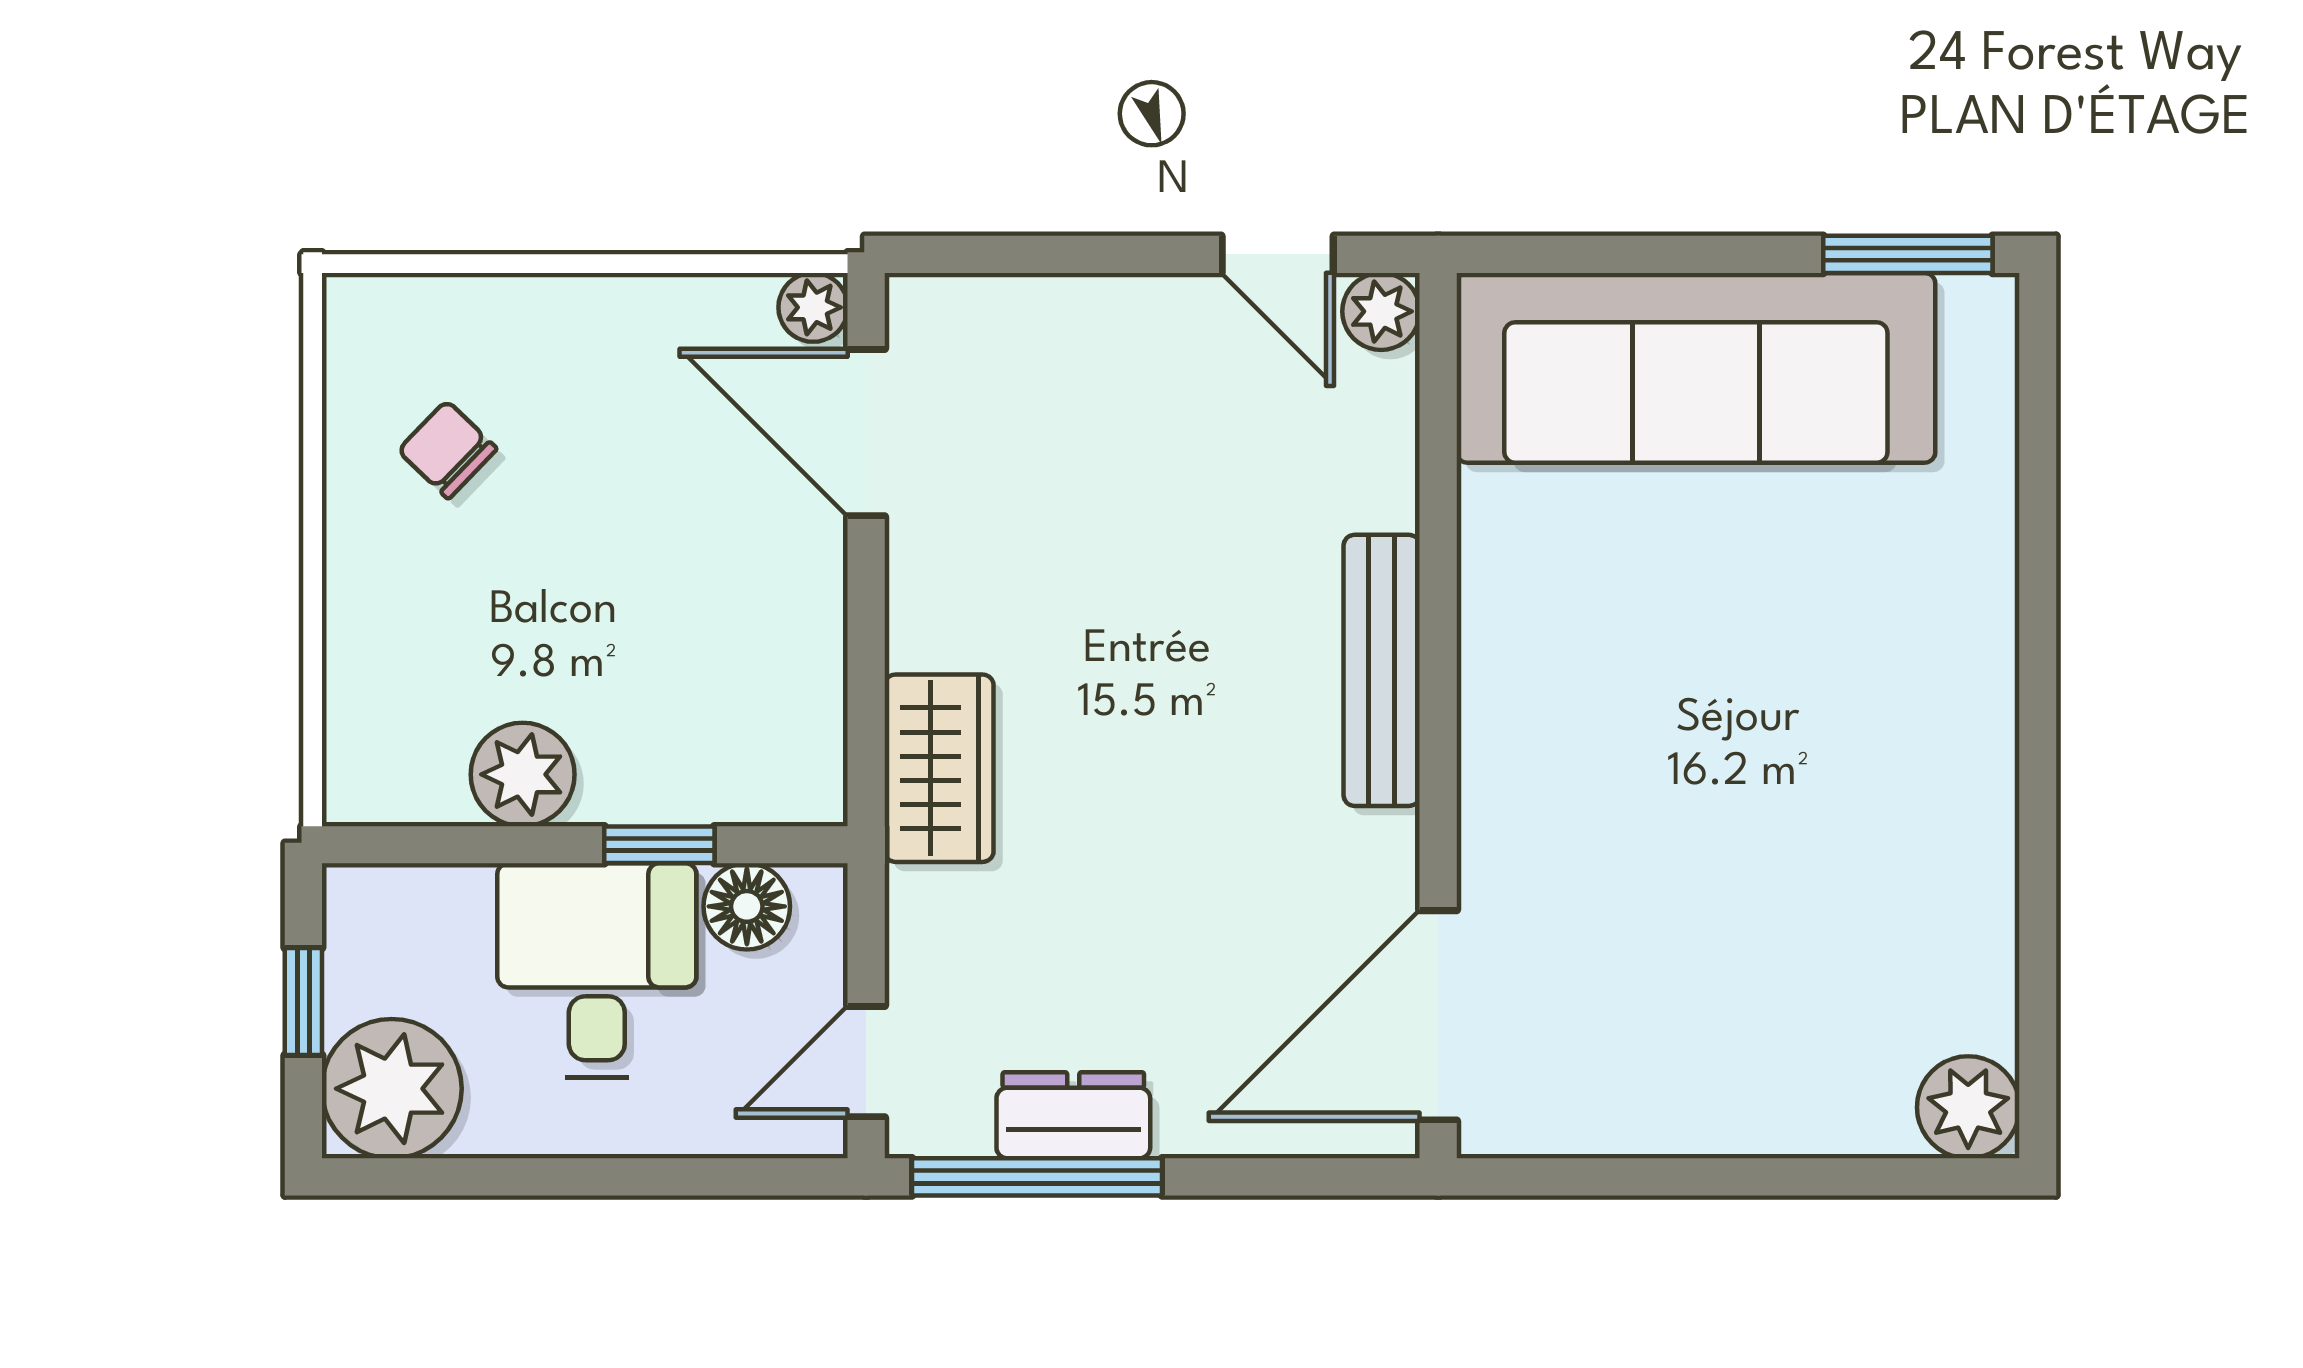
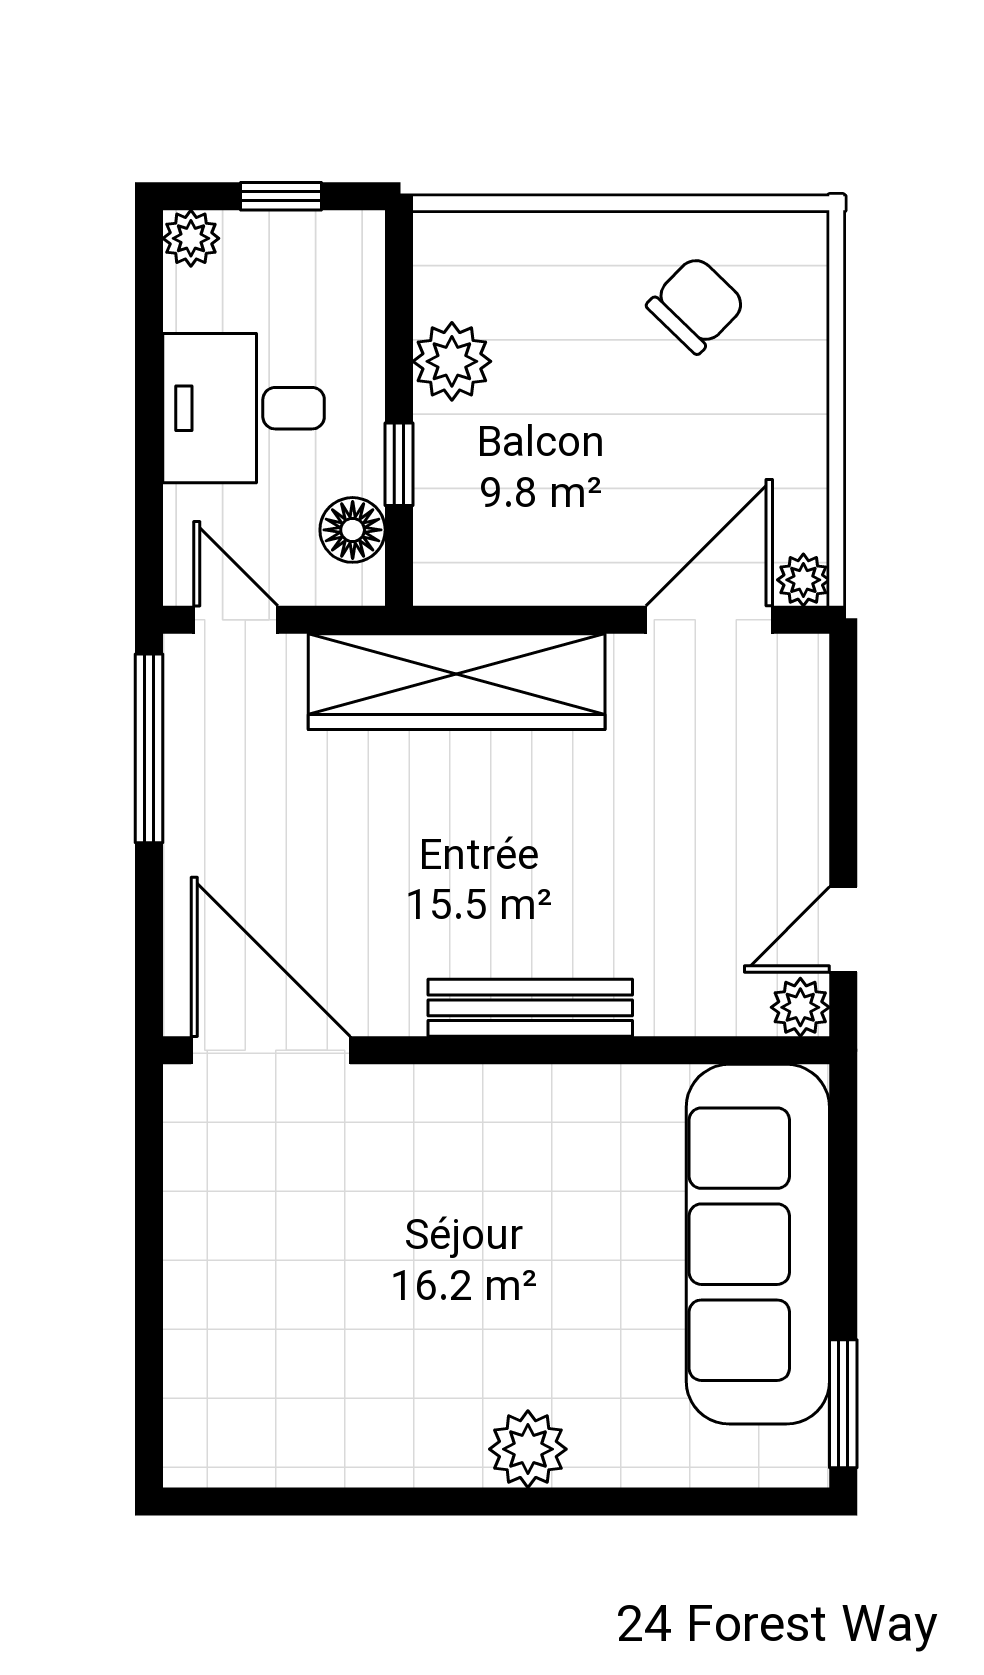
chair: (447, 450) -> (696, 305), width x1.37, depth x1.37
wardrobe: (939, 768) -> (457, 682), width x2.10, depth x1.17
desk: (597, 970) -> (244, 408), moved, turned 180
plant: (392, 1089) -> (191, 238), width x0.53, depth x0.53
plant: (1968, 1107) -> (528, 1449), moved
dresser: (1073, 1115) -> (195, 776), removed

